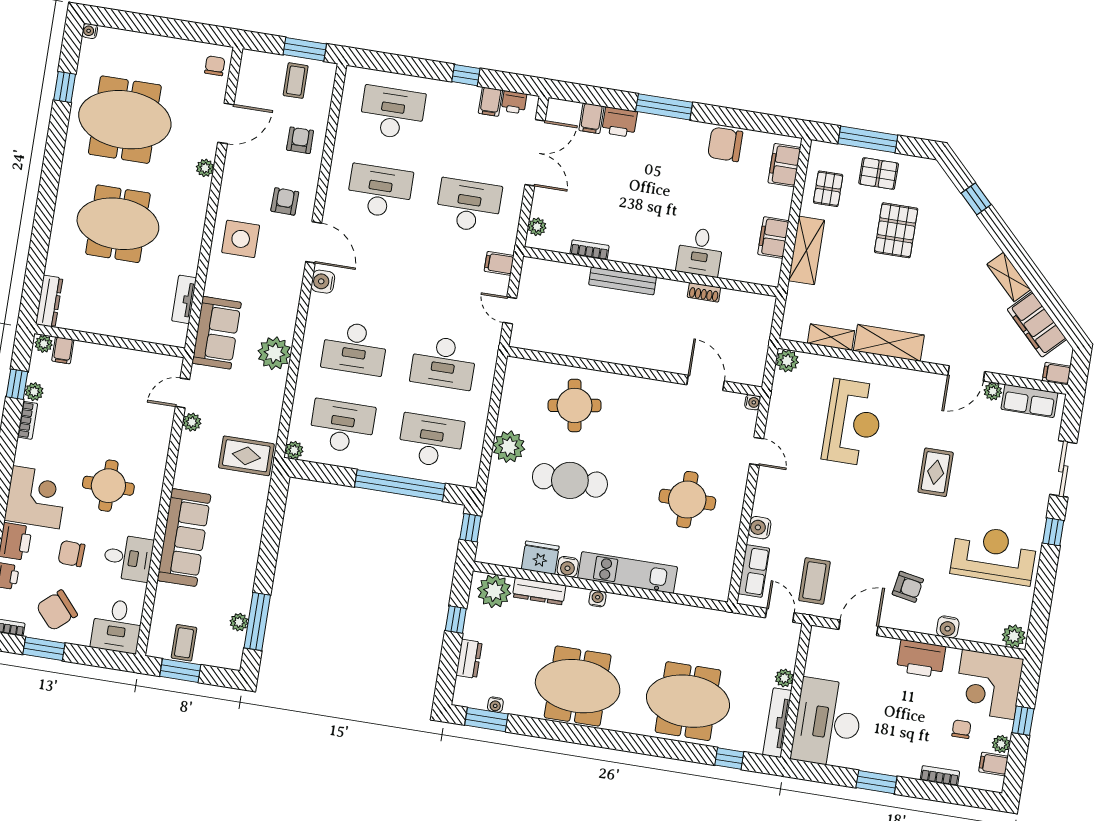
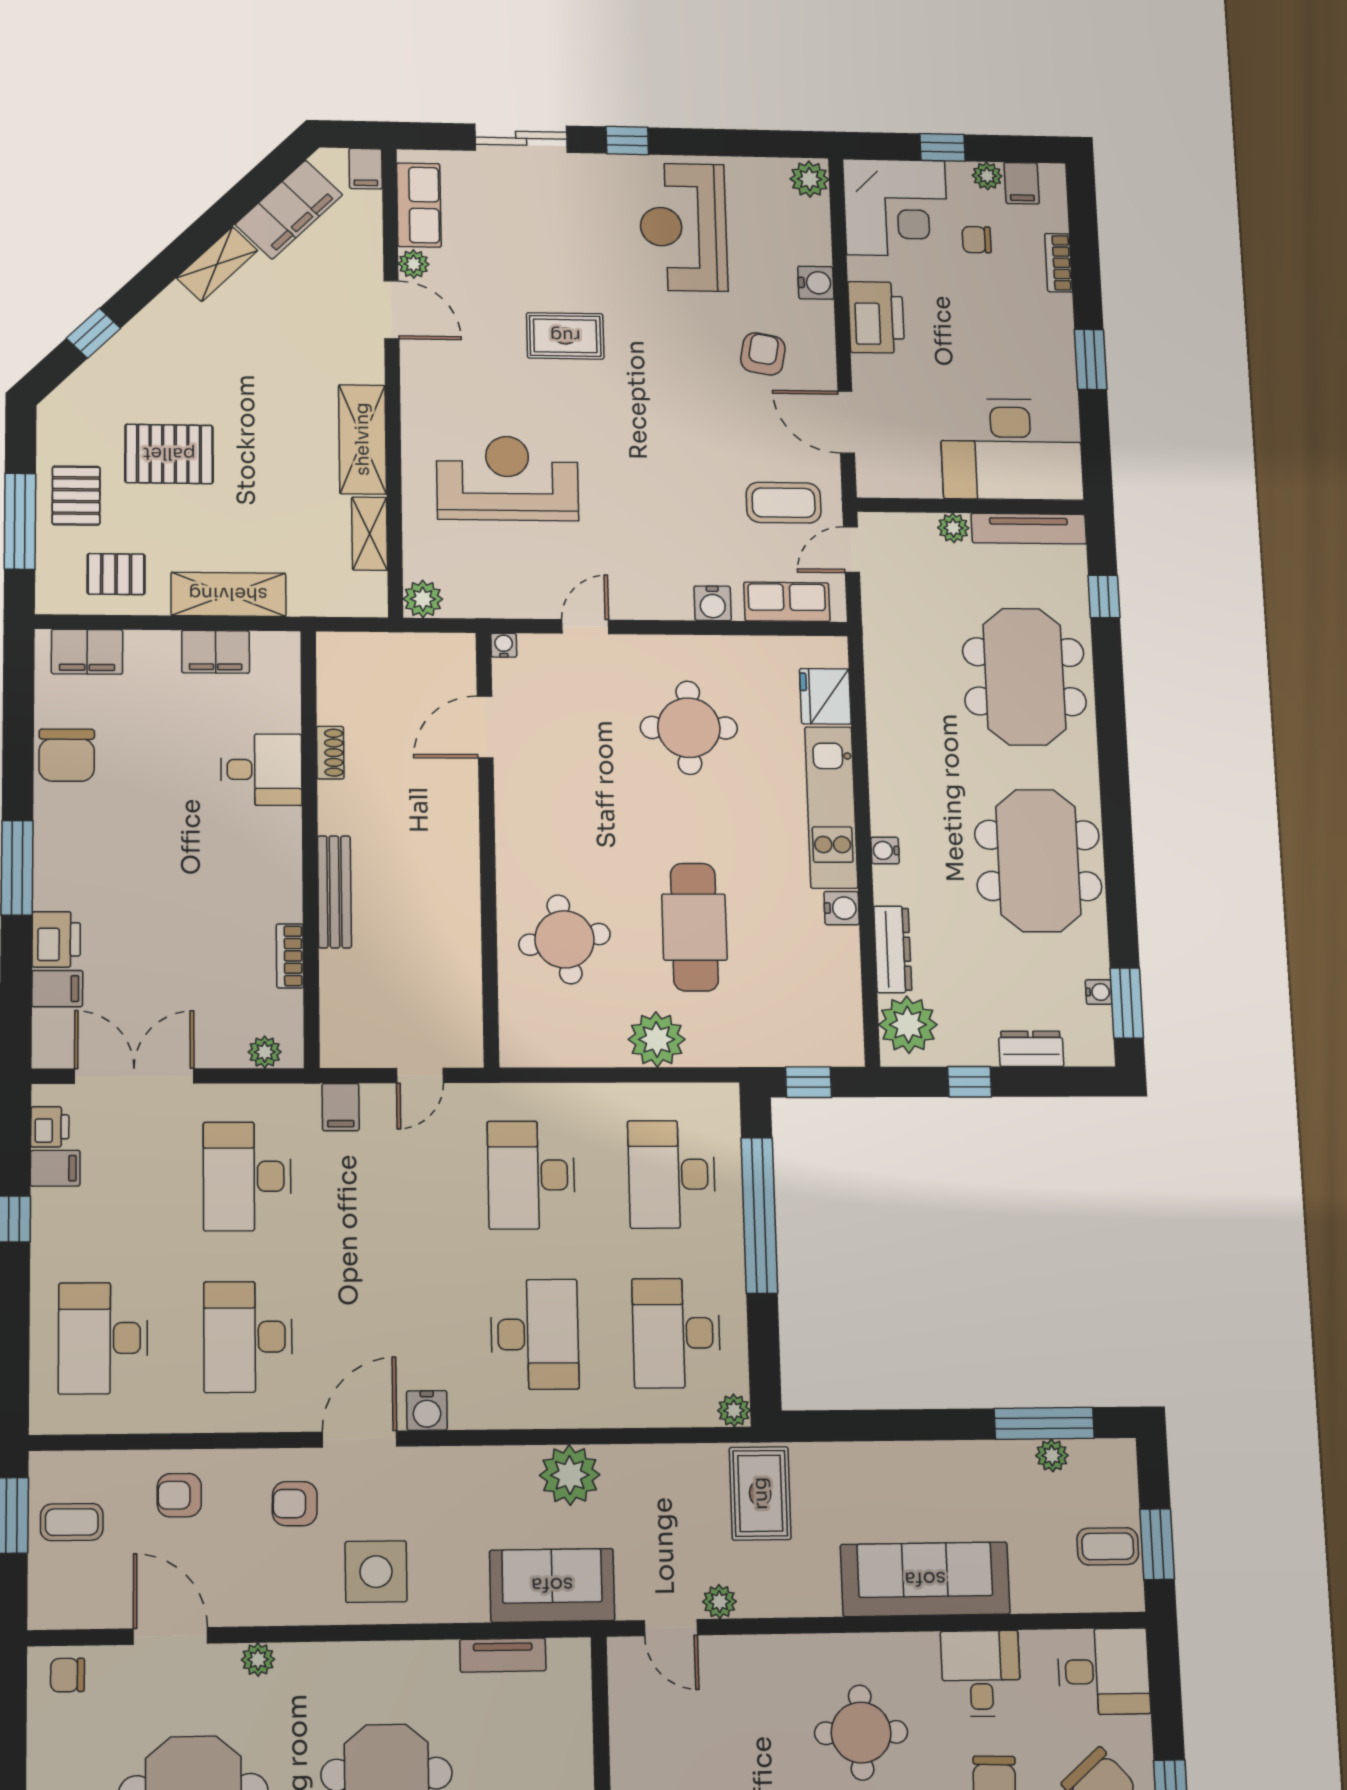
desk: (444, 362) -> (531, 1175), turned 180
fridge: (540, 558) -> (825, 696), moved

